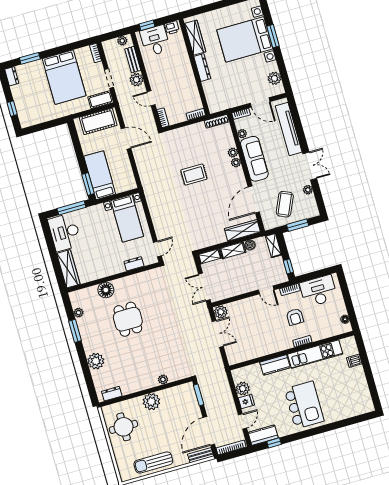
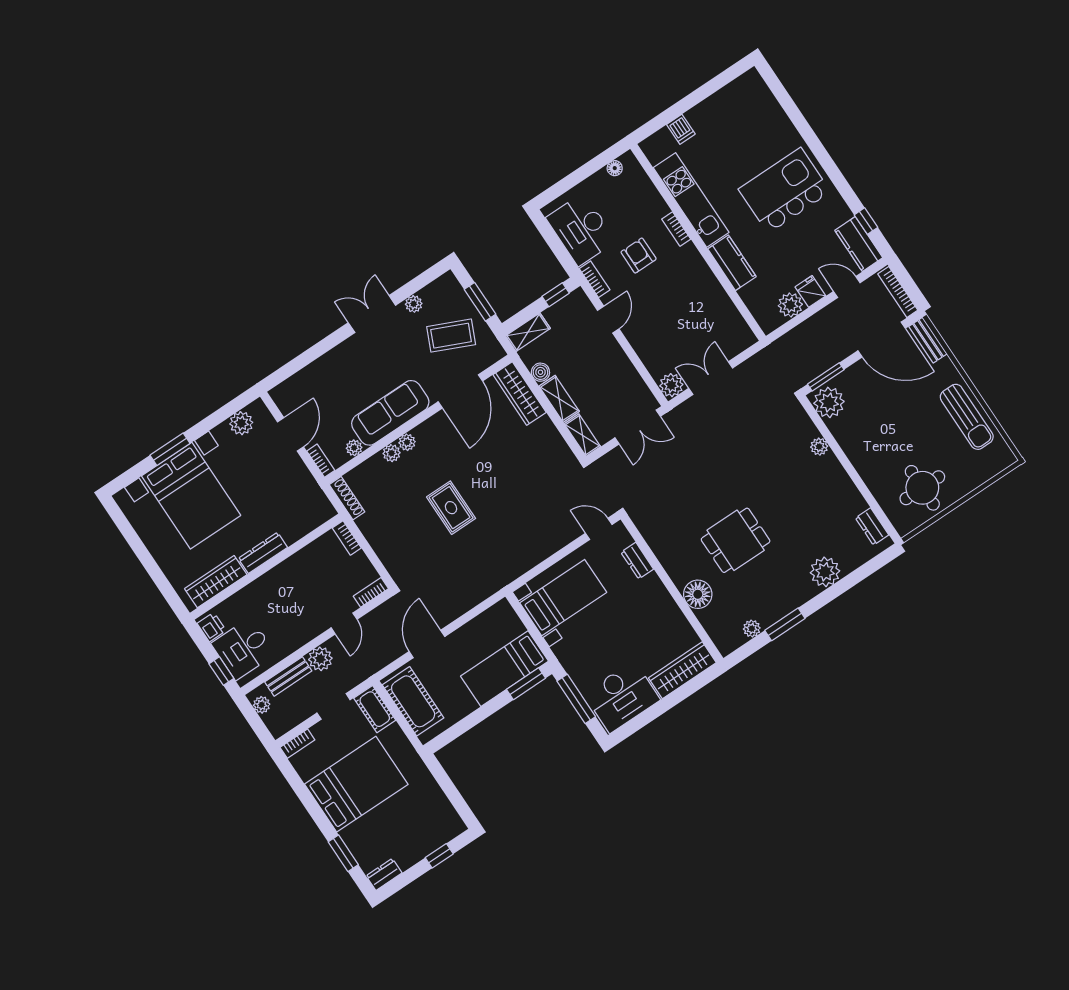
tv unit: (289, 129) -> (320, 371), removed
door: (254, 199) -> (460, 391), hinge flipped
armchair: (295, 317) -> (639, 256), turned -90
plant: (151, 402) -> (829, 402), moved

